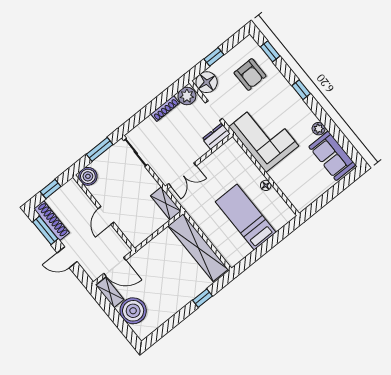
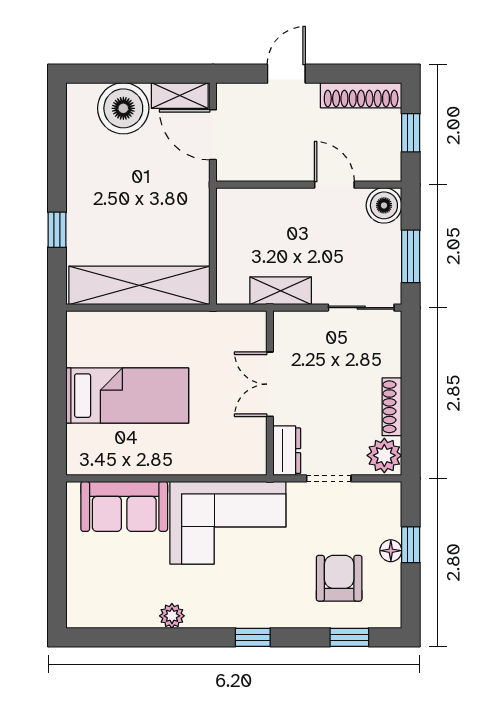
armchair: (250, 74) -> (339, 578), turned 90
floor lamp: (207, 82) -> (391, 551), moved, width x0.53, depth x0.53
sofa: (332, 156) -> (124, 506), moved, turned 180
double door: (182, 175) -> (270, 384), moved
floor lamp: (266, 185) -> (151, 465), removed
shelving: (166, 203) -> (281, 291), moved
door: (106, 215) -> (334, 185), moved
window: (45, 230) -> (354, 74), removed
door: (115, 267) -> (213, 135), hinge flipped

